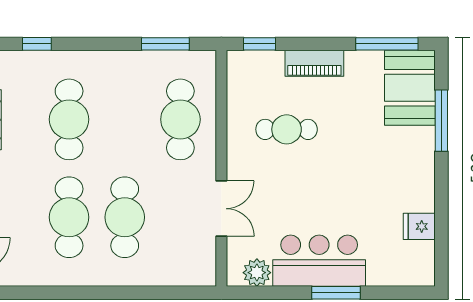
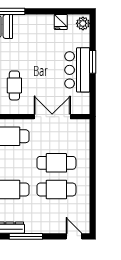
double door: (221, 209) -> (52, 117), width x1.37
plant: (257, 273) -> (83, 23), moved

